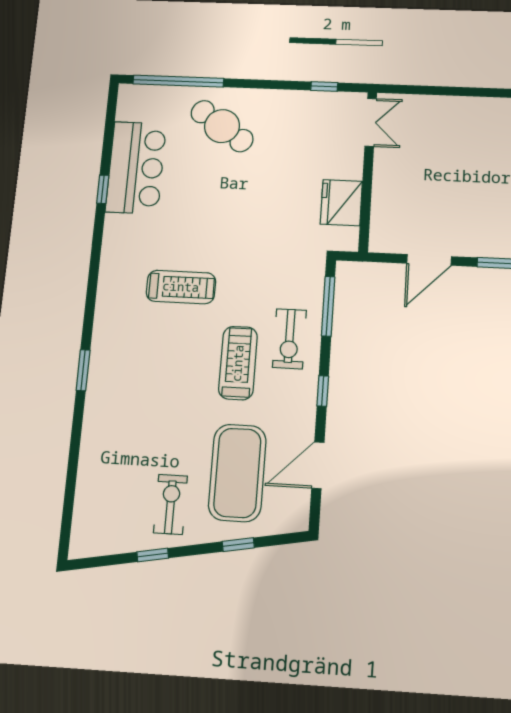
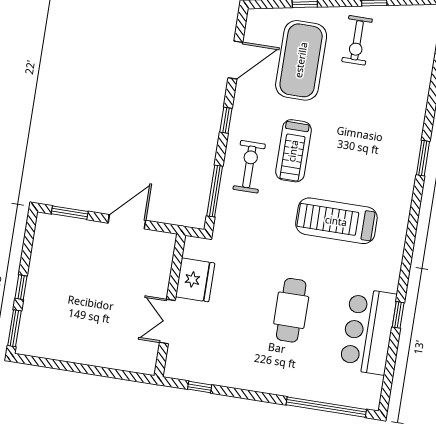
double door: (371, 122) -> (167, 321), moved
cafe table: (222, 126) -> (291, 310), moved, turned 55
treadmill: (181, 287) -> (336, 221), width x1.37, depth x1.38

